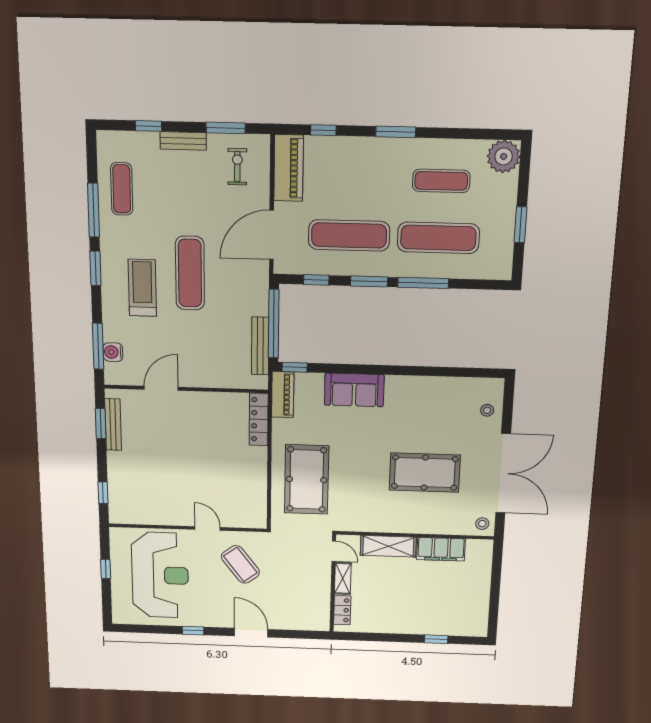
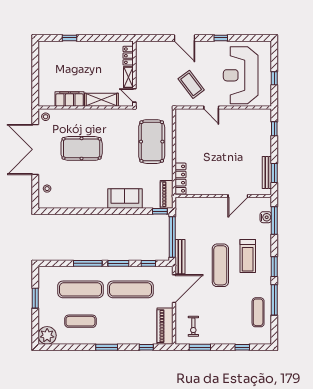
bench: (183, 141) -> (223, 340), removed
bench: (260, 346) -> (180, 257), moved

